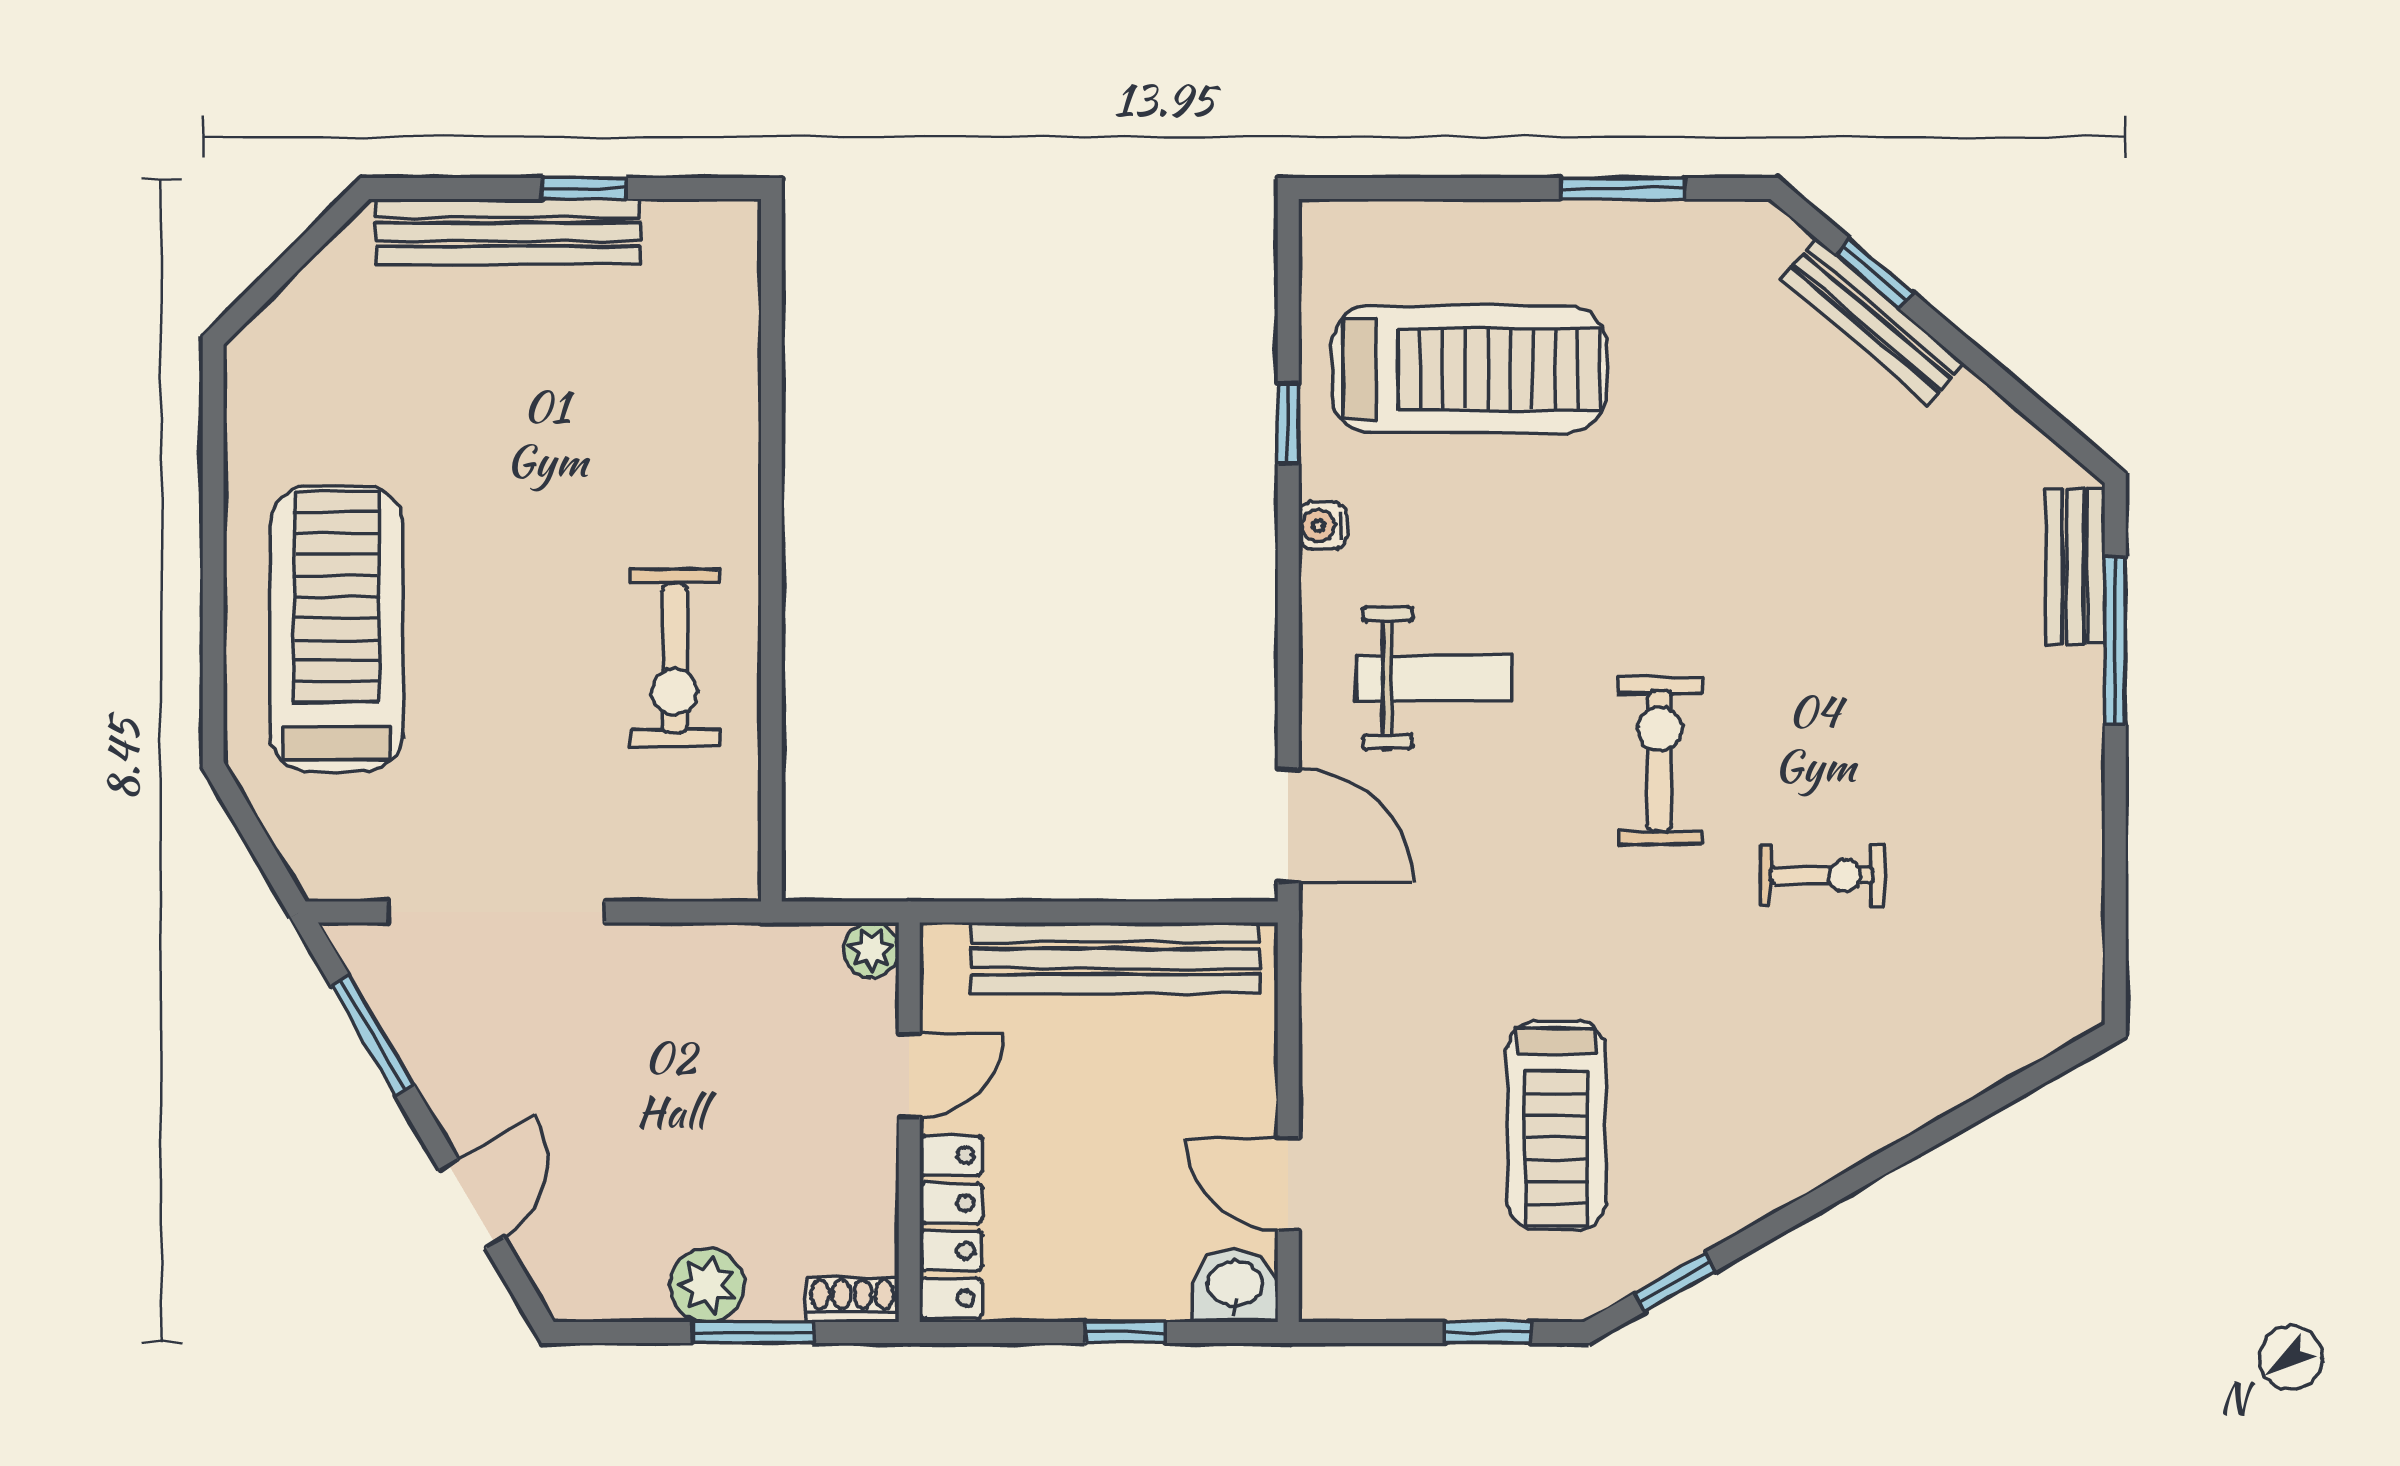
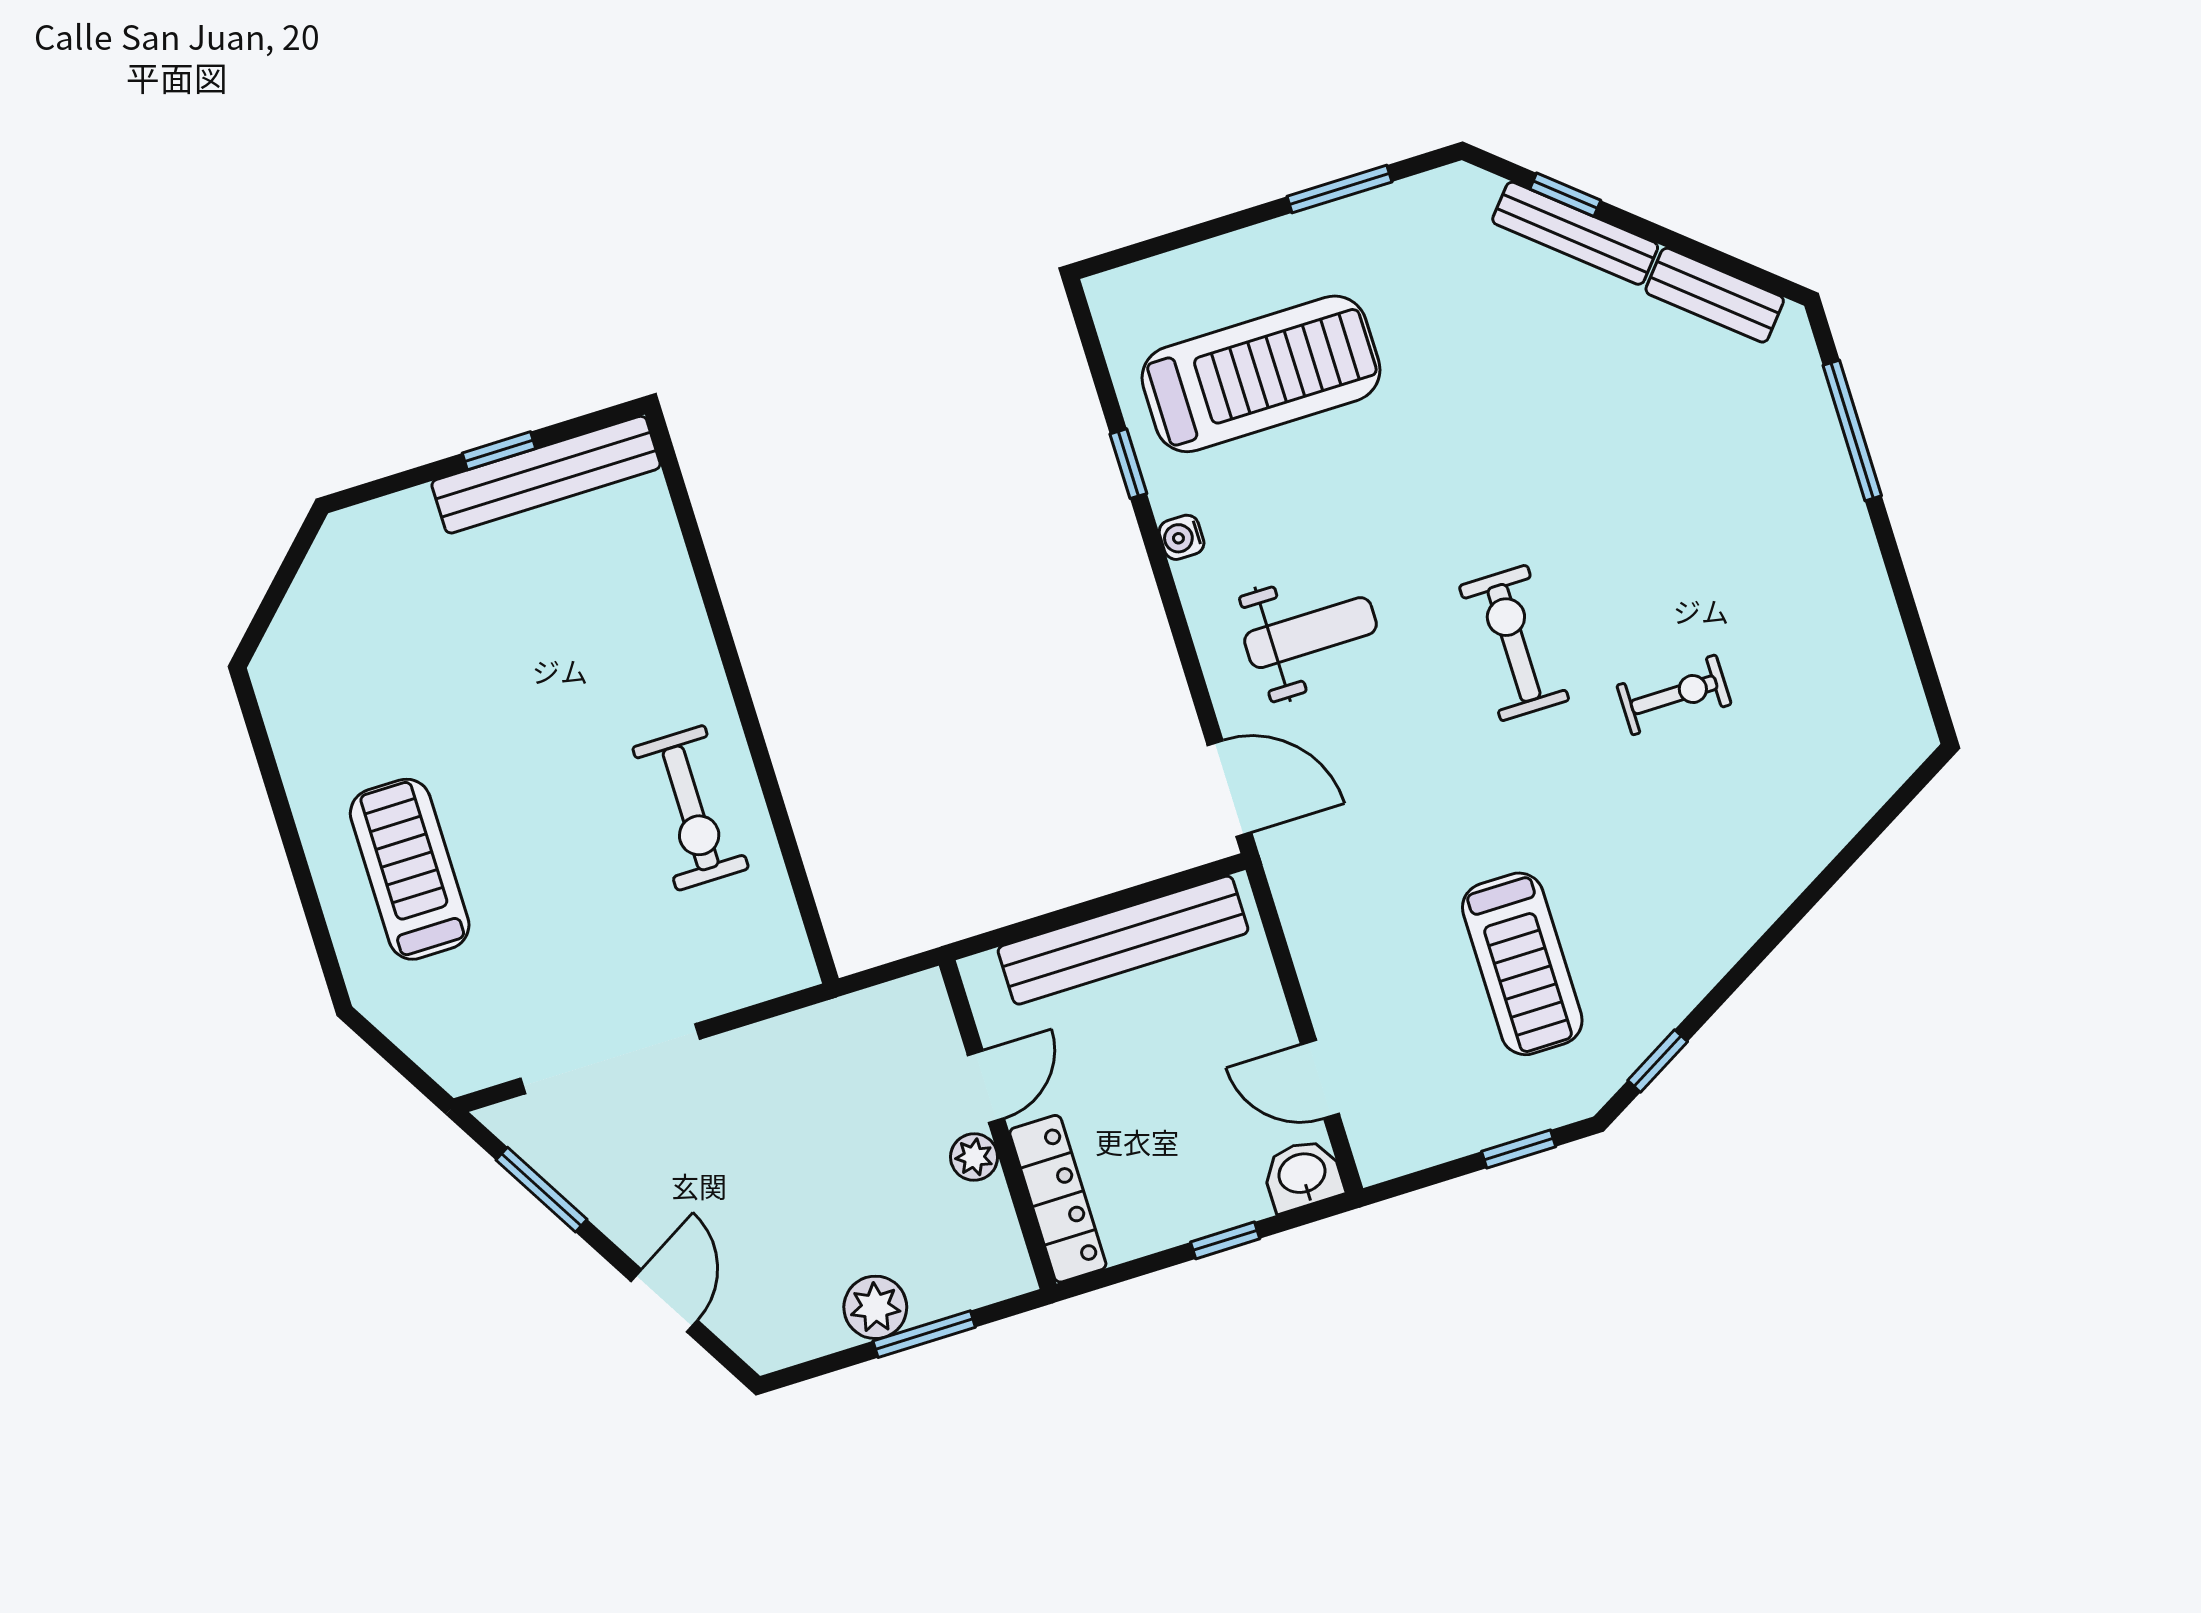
bench: (508, 232) -> (546, 475), moved
bench: (2075, 567) -> (1715, 295), moved, turned -50
treadmill: (336, 628) -> (410, 869), width x0.73, depth x0.73
plant: (871, 950) -> (974, 1157), moved
shoe rack: (852, 1300) -> (996, 1282), removed

